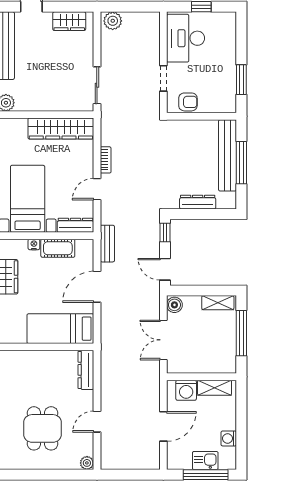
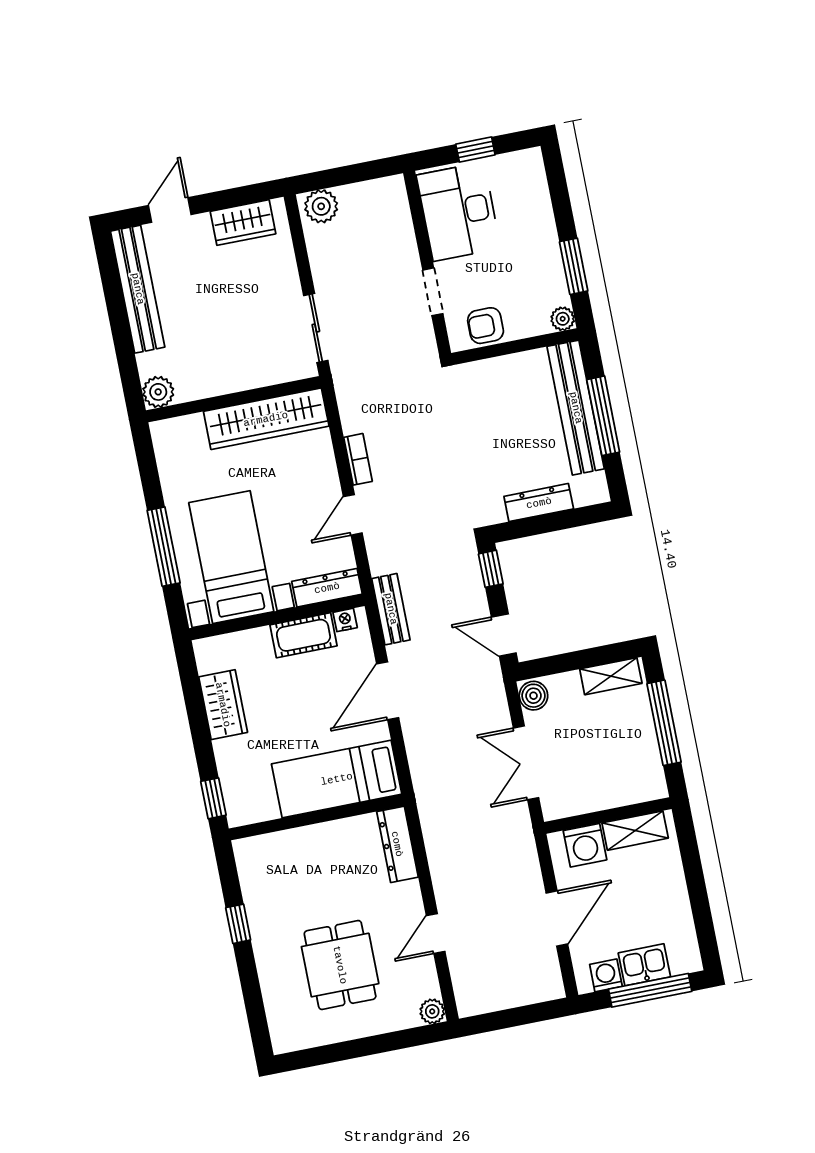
armchair: (188, 102) -> (486, 326), turned 180
plant: (230, 106) -> (563, 319), added
nightstand: (34, 244) -> (345, 620), moved
washing machine: (229, 438) -> (606, 975), moved, turned 90

